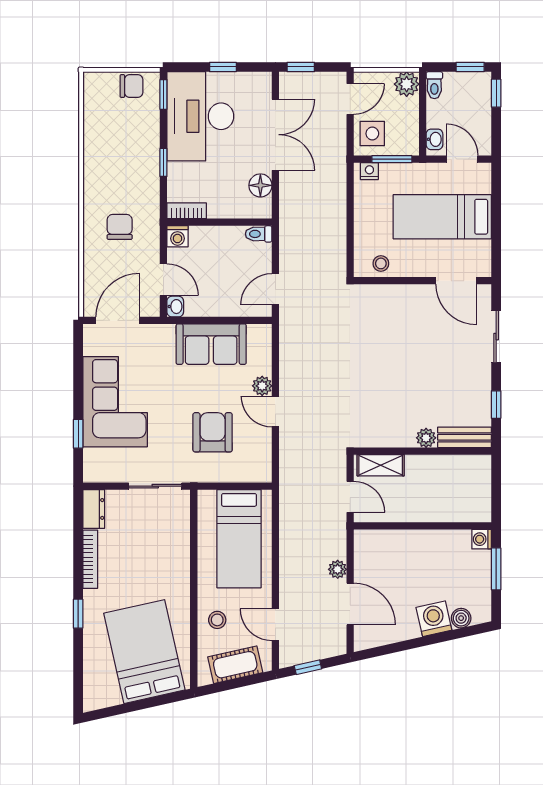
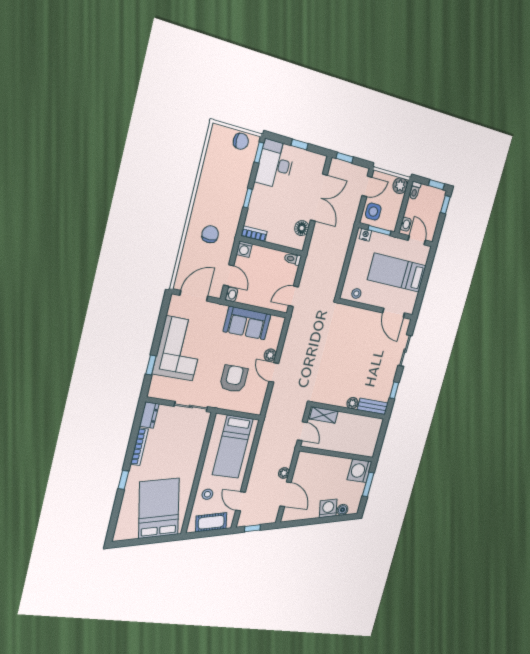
desk: (200, 116) -> (275, 164), width x0.73, depth x0.77
washing machine: (482, 539) -> (359, 471), width x1.89, depth x1.89

